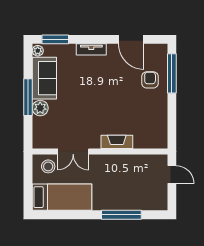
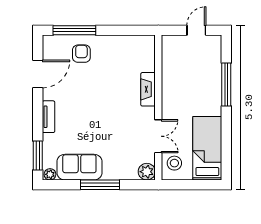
armchair: (150, 80) -> (81, 54), turned 90
plant: (40, 108) -> (147, 172), moved
door: (172, 174) -> (196, 30), moved

